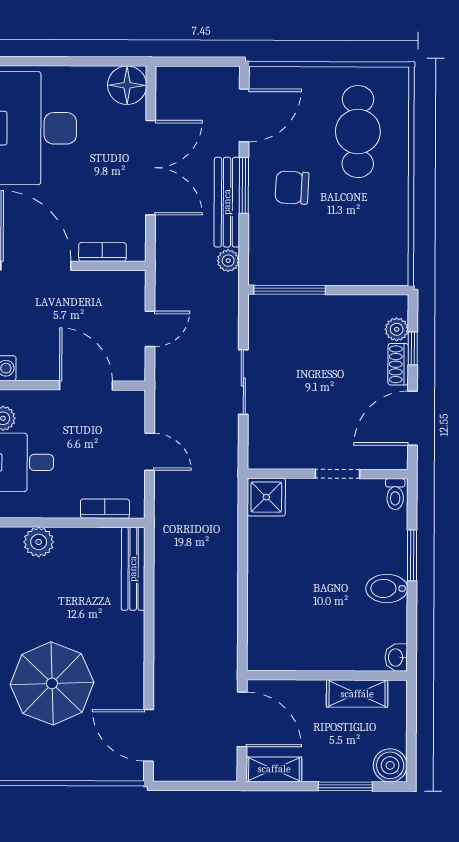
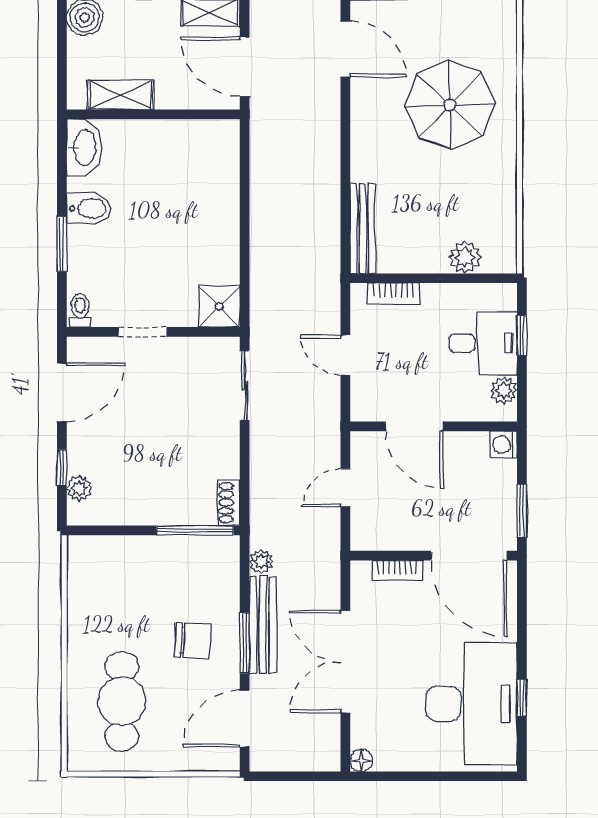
floor lamp: (127, 85) -> (361, 760), width x0.53, depth x0.53
shoe rack: (398, 364) -> (229, 503), moved, turned 180
sliding door: (243, 382) -> (245, 386), moved
washbasin: (396, 657) -> (84, 147), width x1.91, depth x1.45

